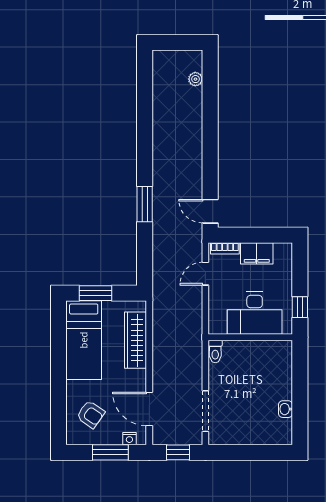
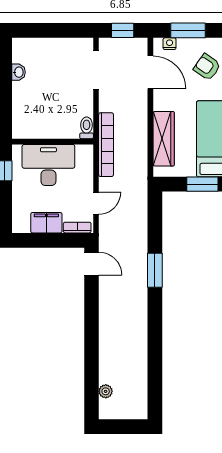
bookcase: (195, 334) -> (106, 145), added

